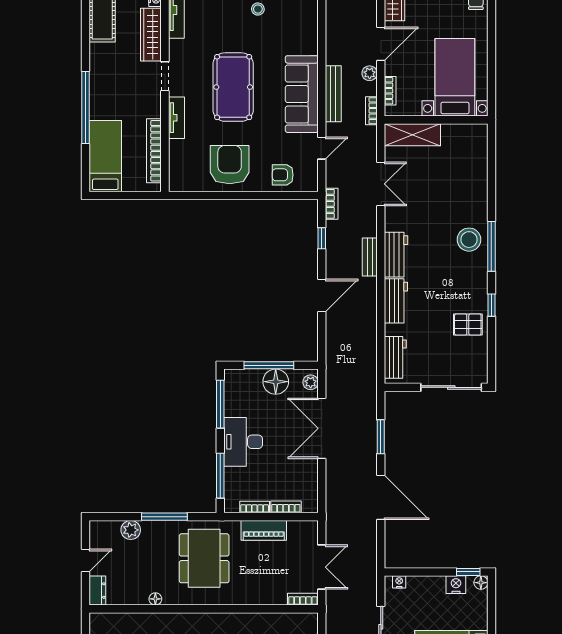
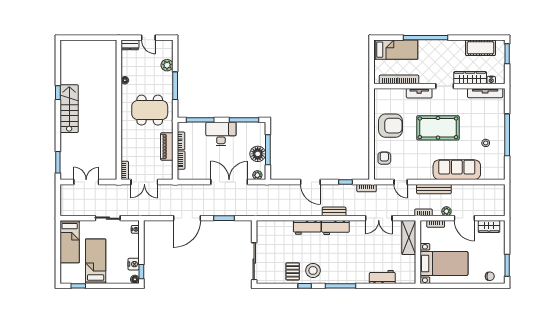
sofa: (302, 94) -> (457, 170), moved
stool: (469, 240) -> (313, 270), moved
workbench: (395, 357) -> (382, 277), moved, turned 180

